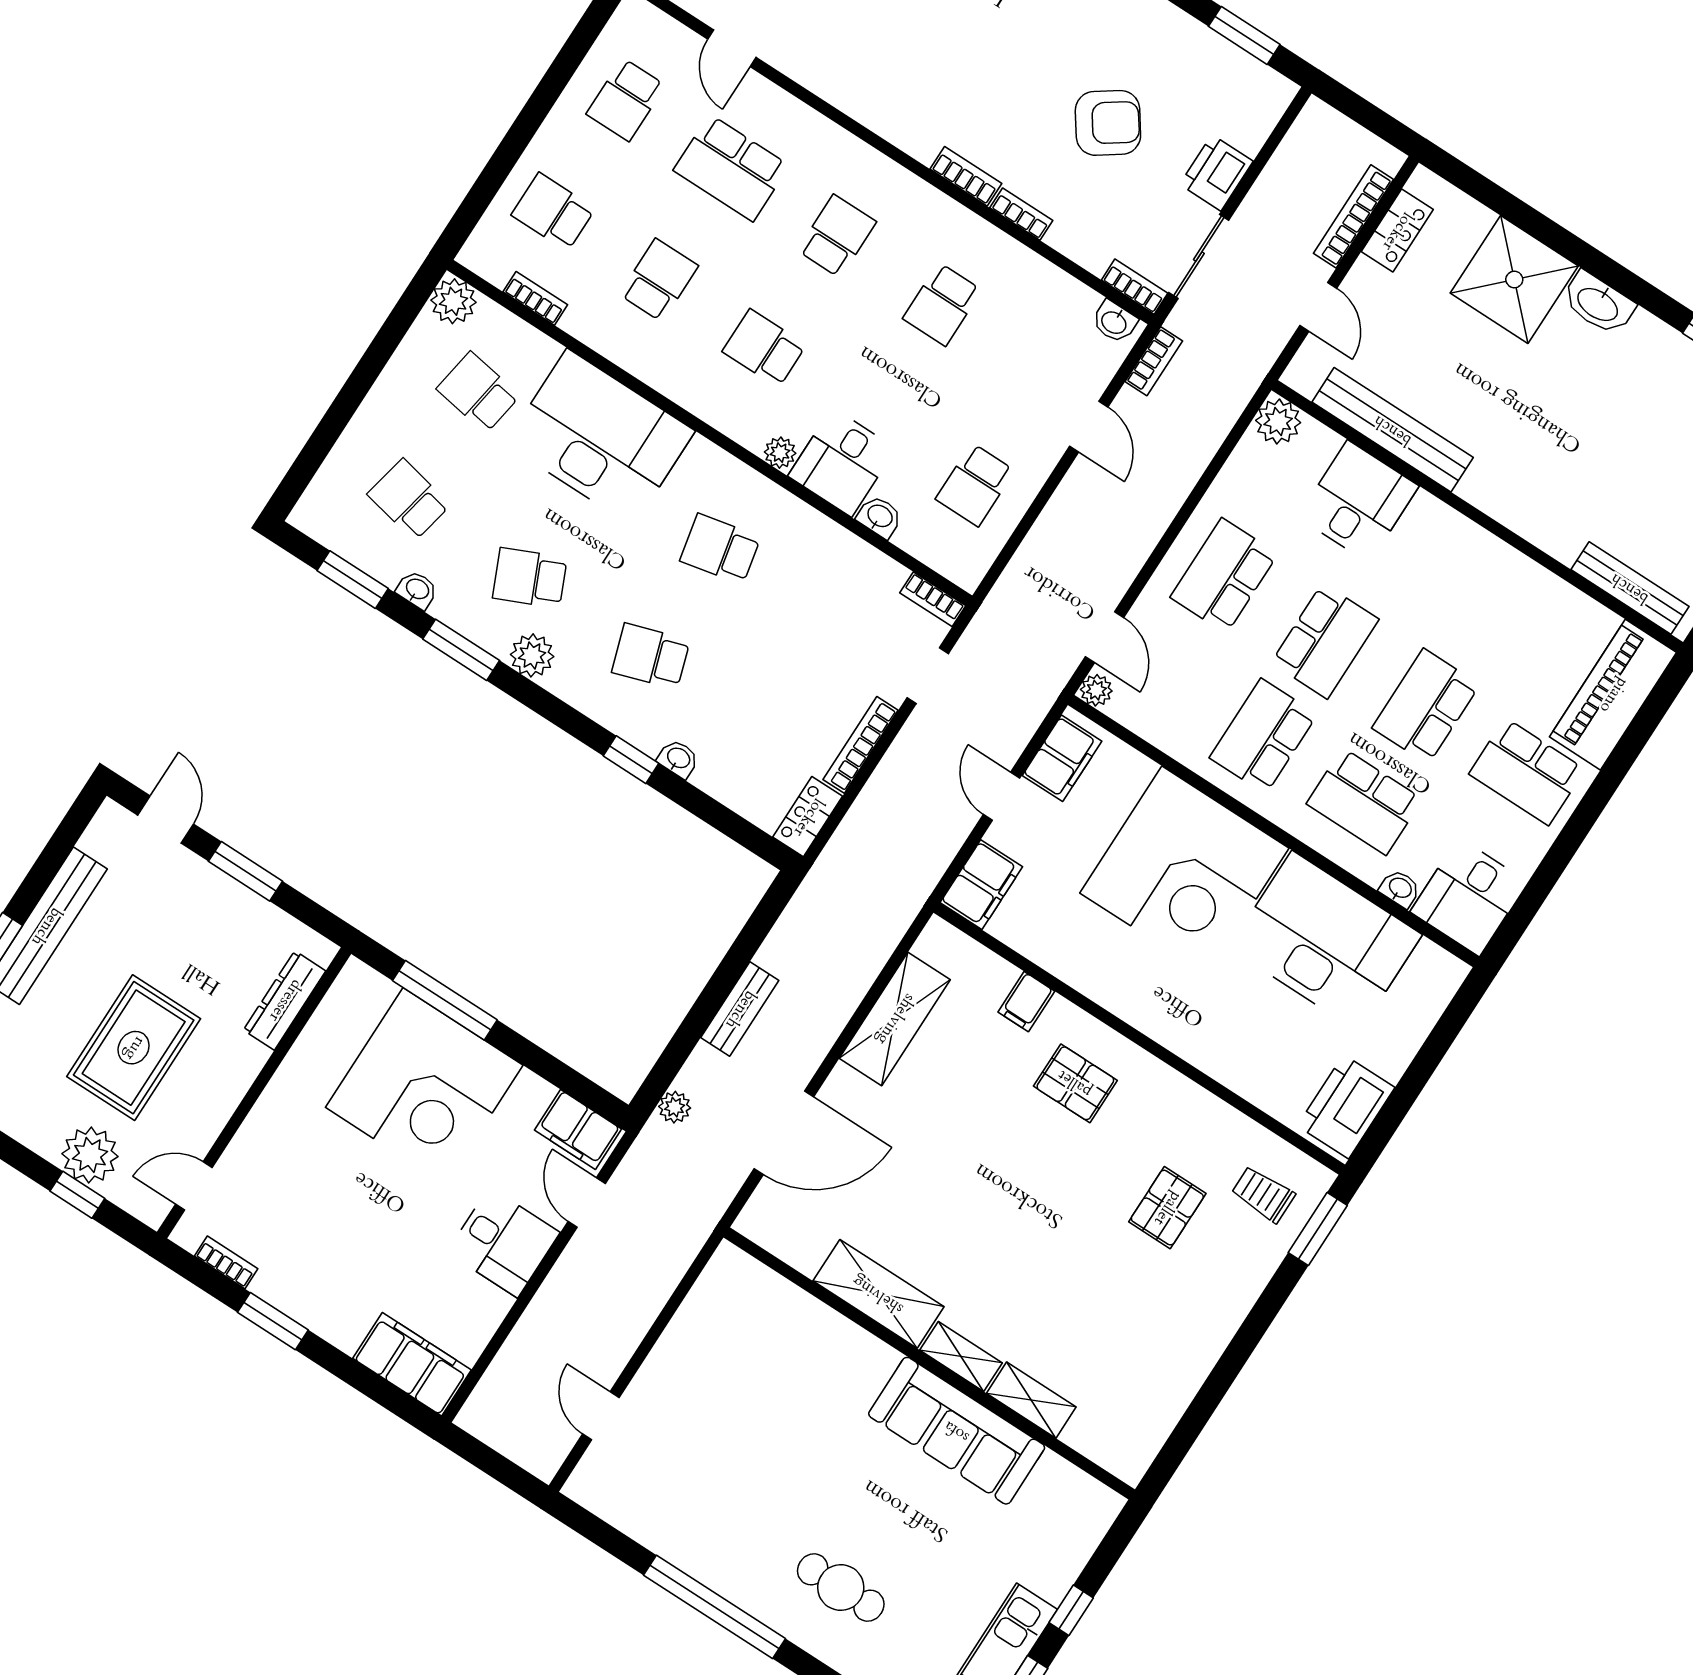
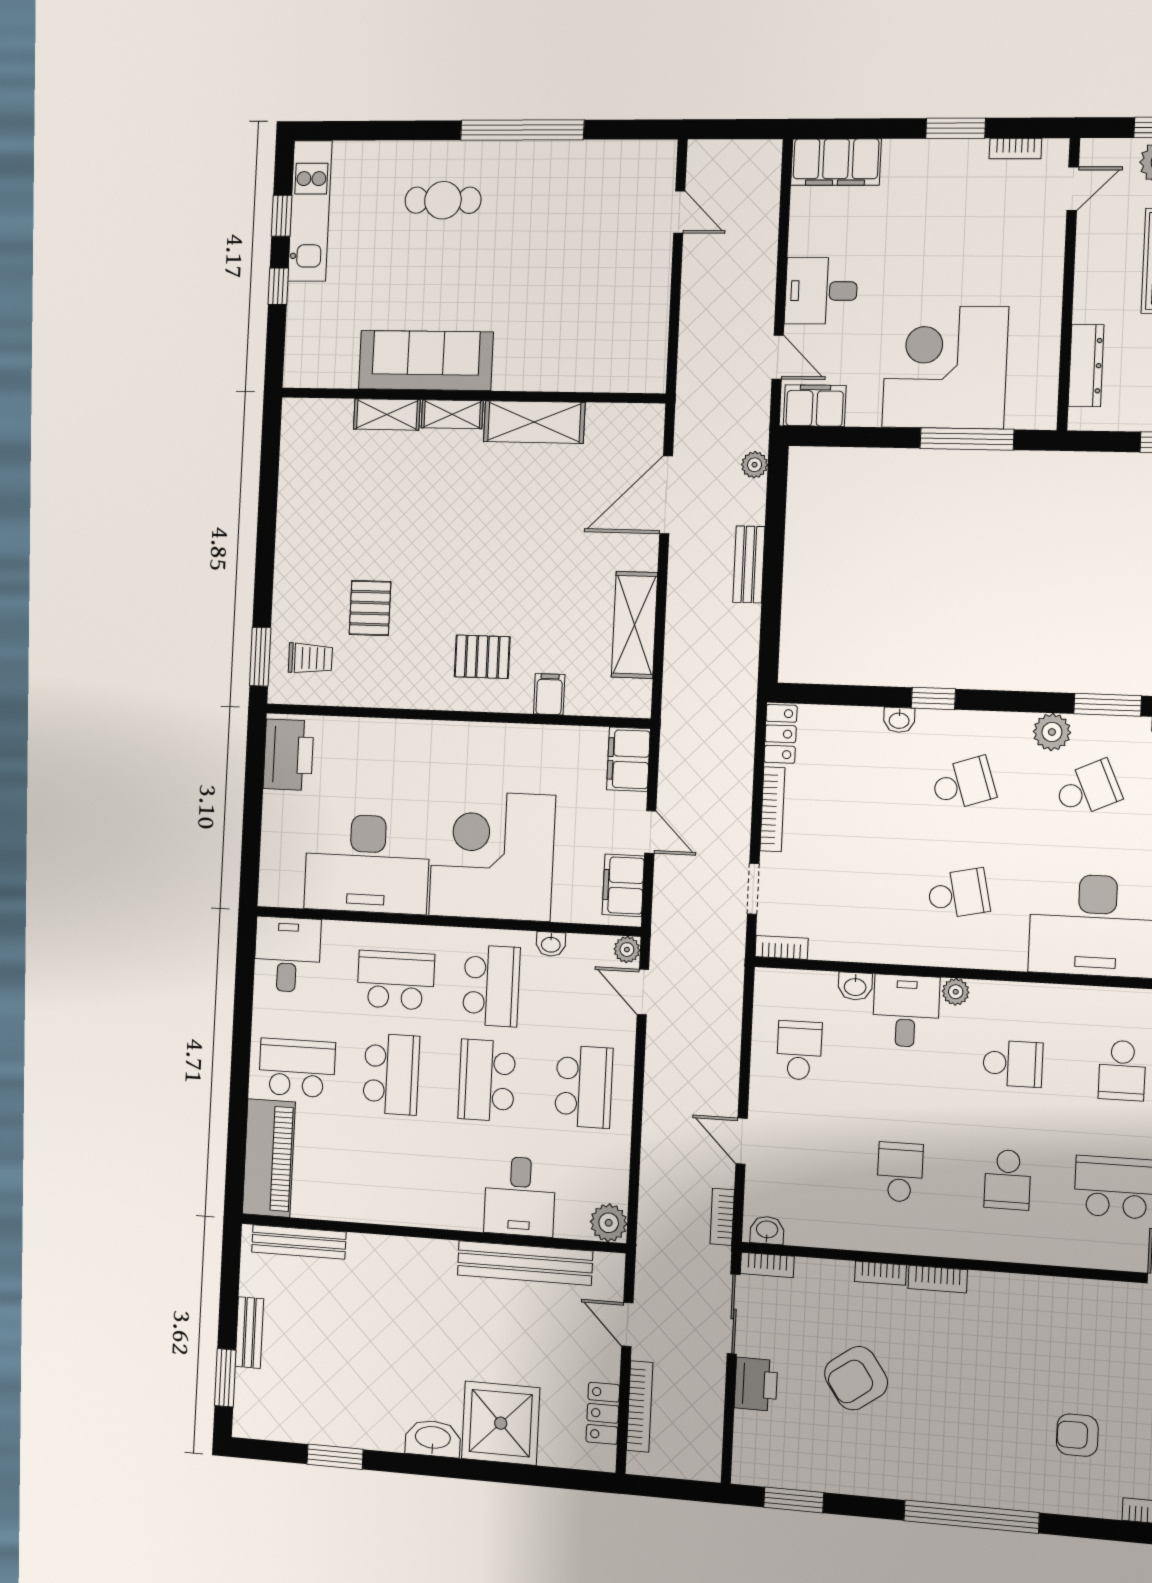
washbasin: (1400, 888) -> (551, 944), moved

